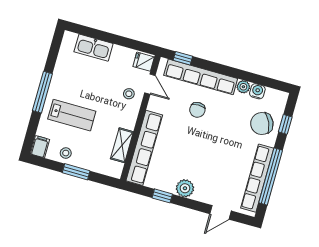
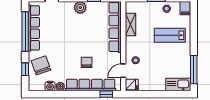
kitchen sink: (94, 48) -> (178, 84), moved
door: (150, 84) -> (123, 71), hinge flipped
window: (42, 92) -> (194, 70), moved
chair: (262, 123) -> (41, 65), turned -85

